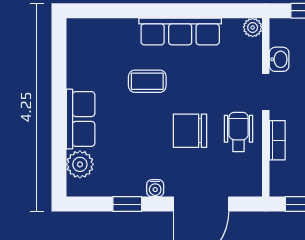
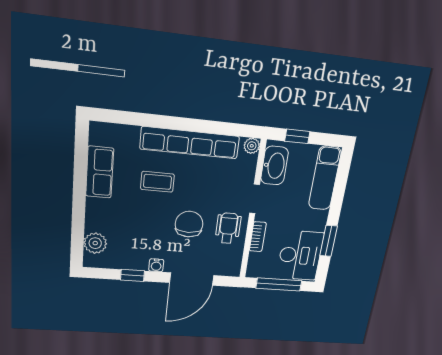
row of seats: (180, 31) -> (190, 143), width x1.36
washbasin: (279, 59) -> (274, 166), width x1.91, depth x1.45
row of seats: (81, 119) -> (100, 172), moved
chair: (190, 131) -> (189, 224), turned 90

